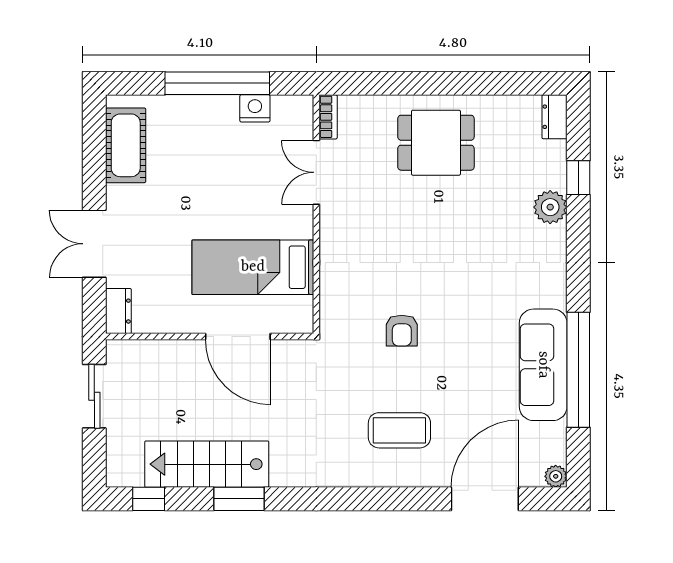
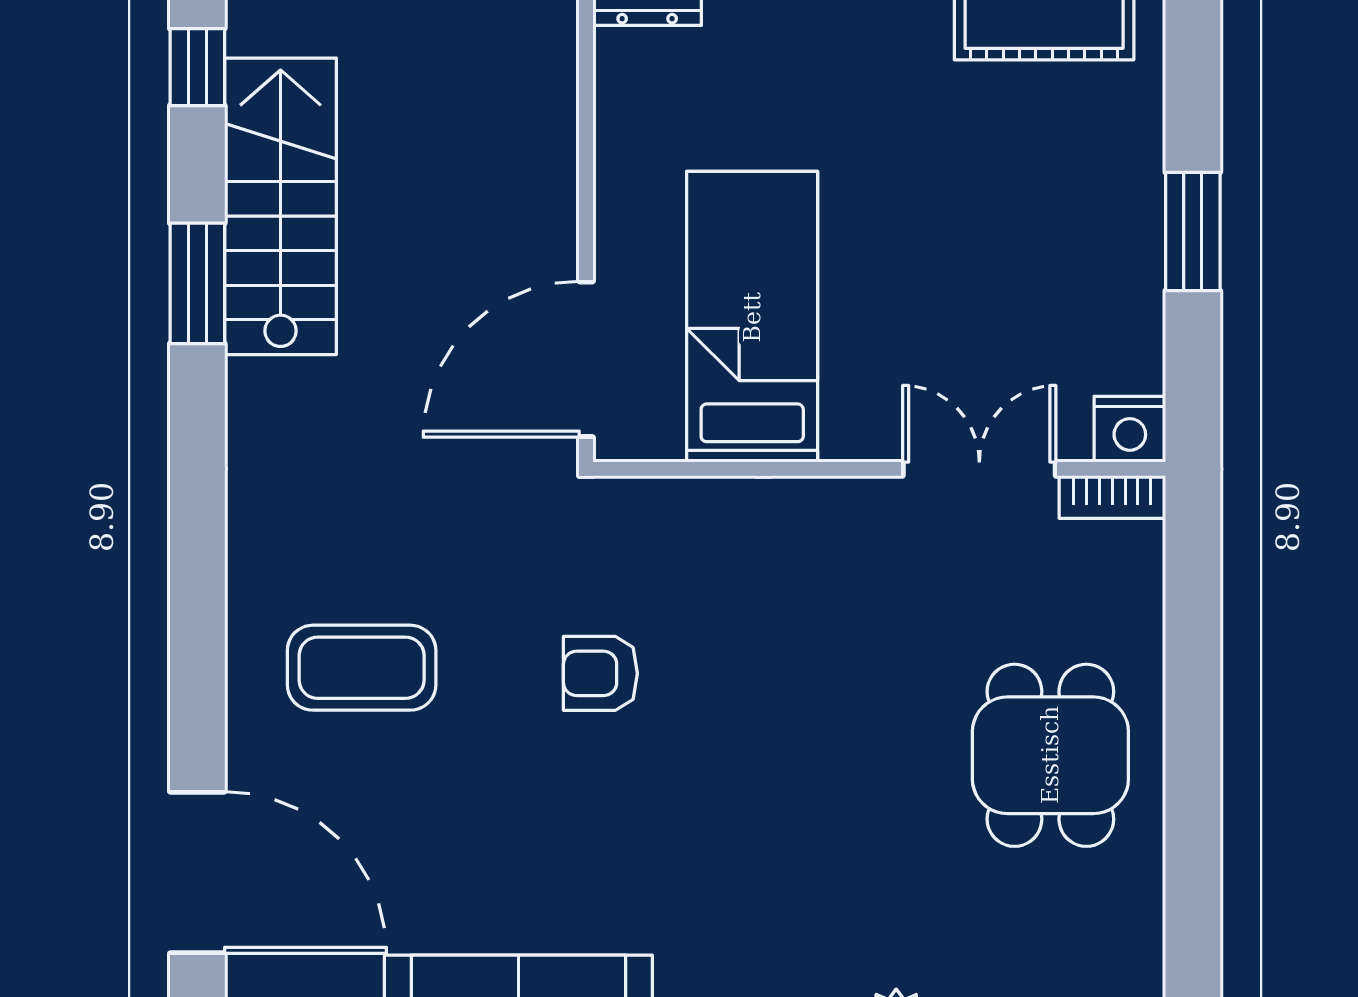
window: (217, 83) -> (1193, 232), width x0.47
nightstand: (255, 108) -> (1130, 429), moved, turned 90
door: (238, 337) -> (586, 359), moved
coffee table: (399, 430) -> (362, 668), turned 90

